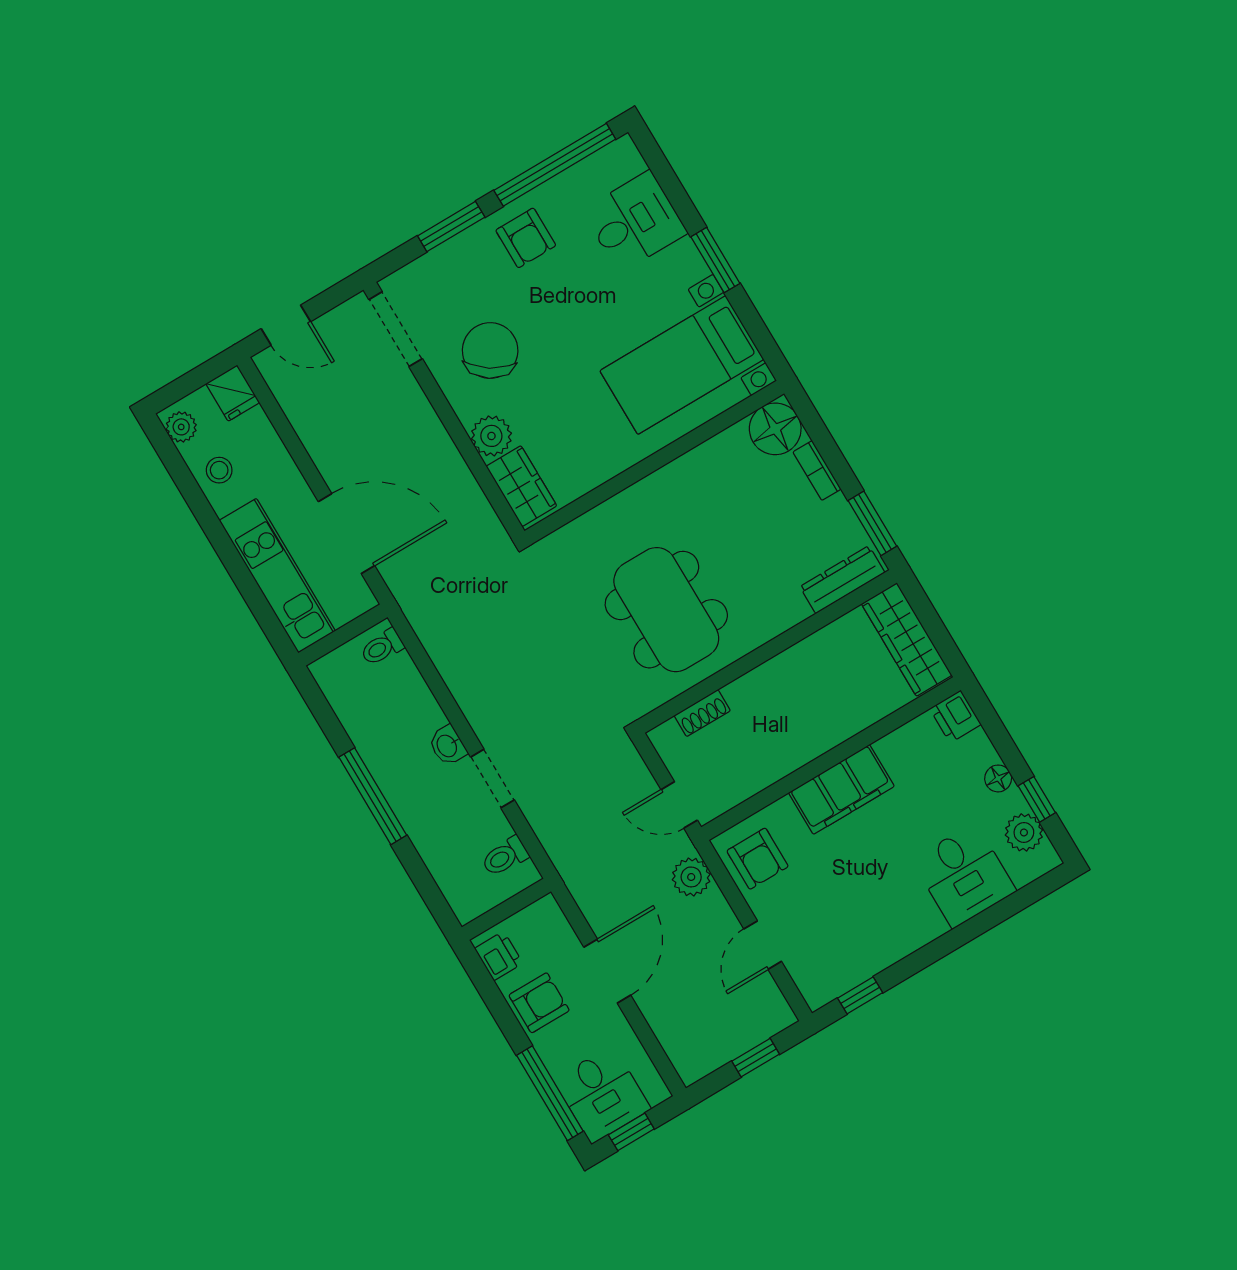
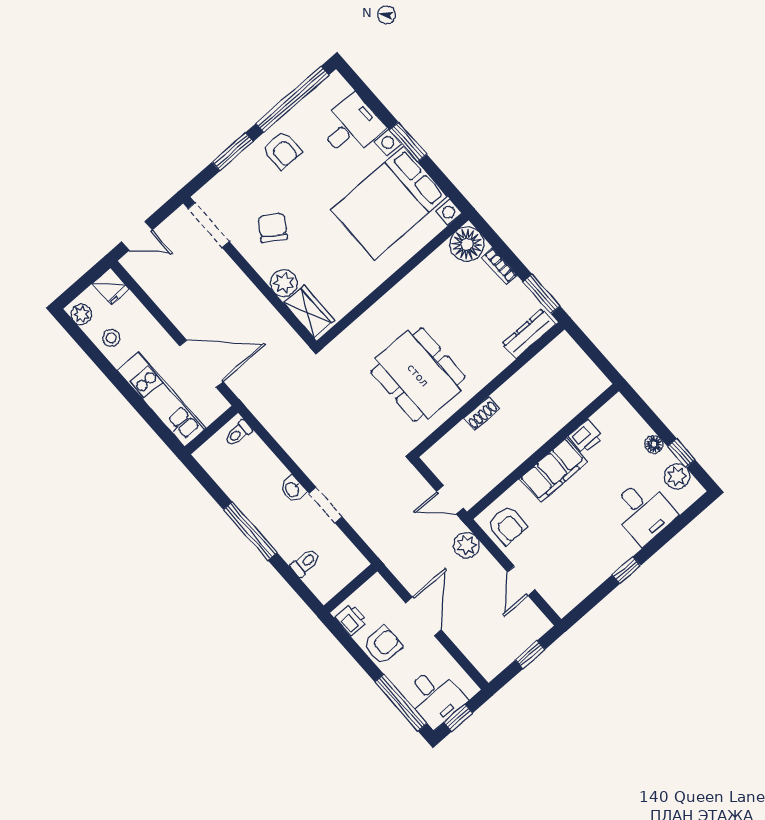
chair: (490, 350) -> (273, 228), width x0.73, depth x0.73
bed with nightstands: (682, 365) -> (389, 203), width x1.36
wardrobe: (907, 640) -> (578, 365), removed
shoe rack: (702, 713) -> (481, 413), moved
printer: (955, 717) -> (586, 437), moved, turned -90
toilet: (505, 856) -> (305, 563), moved, turned 180
window: (860, 995) -> (626, 570), moved

